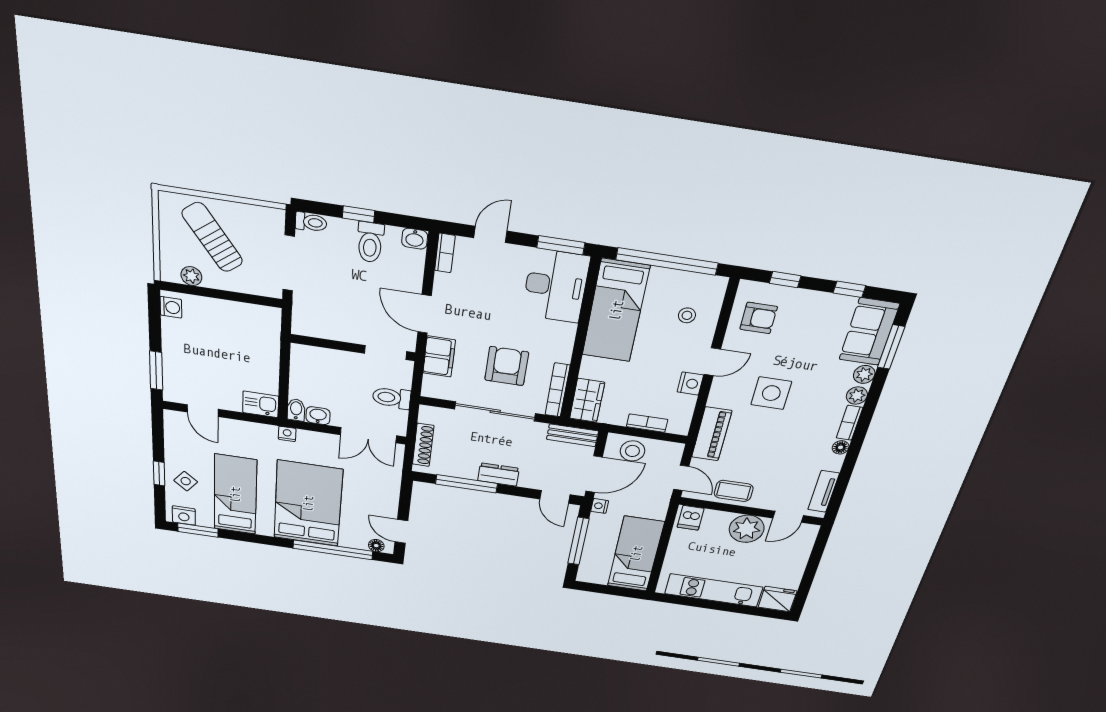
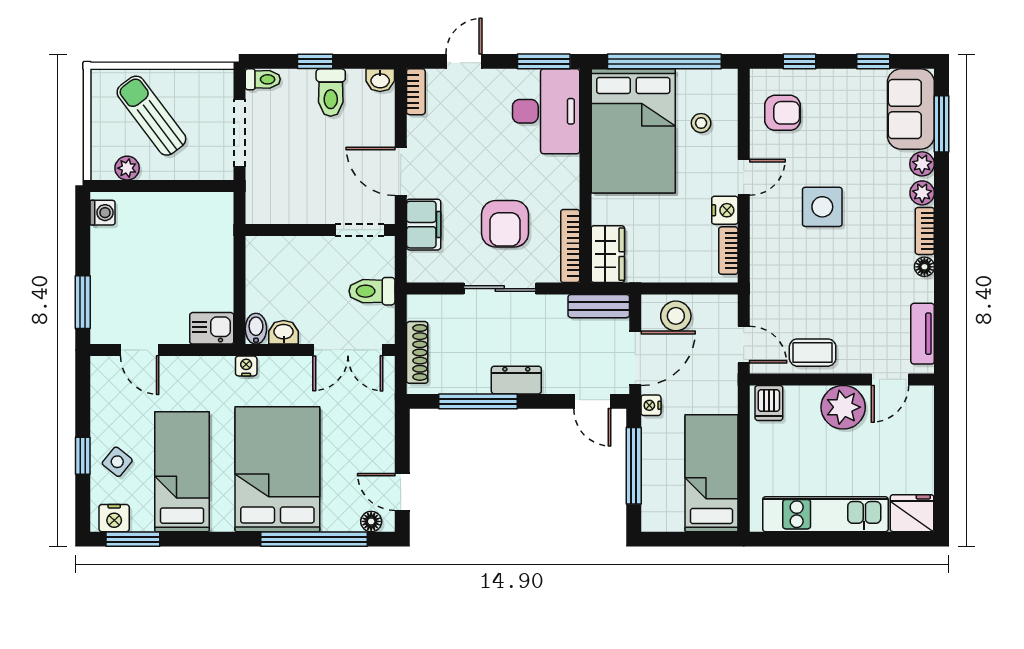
bed: (616, 311) -> (633, 131), width x1.50
armchair: (507, 366) -> (505, 224), turned 180
sliding door: (495, 411) -> (500, 289), width x0.73
bookcase: (647, 423) -> (728, 251), moved, turned -90
piano: (712, 434) -> (766, 275), removed

